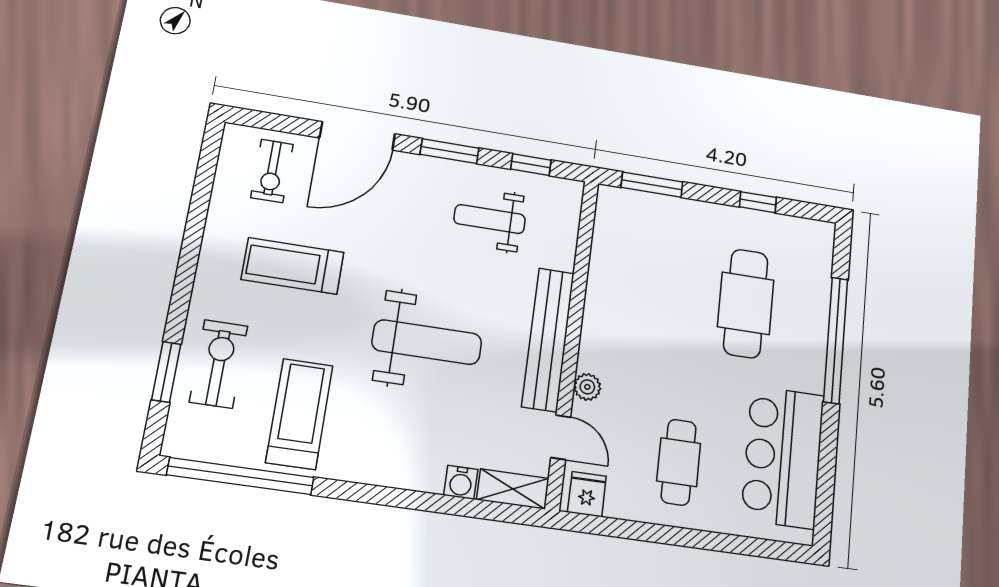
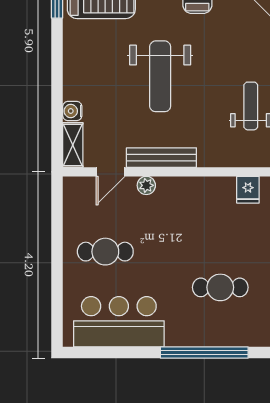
cafe table: (746, 303) -> (220, 287), width x0.73, depth x0.74
bench: (548, 339) -> (161, 158), width x0.73, depth x0.82
fridge: (587, 494) -> (248, 190), moved, turned 90

